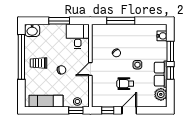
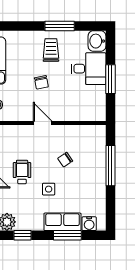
desk: (78, 36) -> (89, 69), moved
window: (21, 57) -> (60, 26), width x0.47
window: (170, 73) -> (23, 235), moved
row of seats: (161, 74) -> (62, 222), moved

